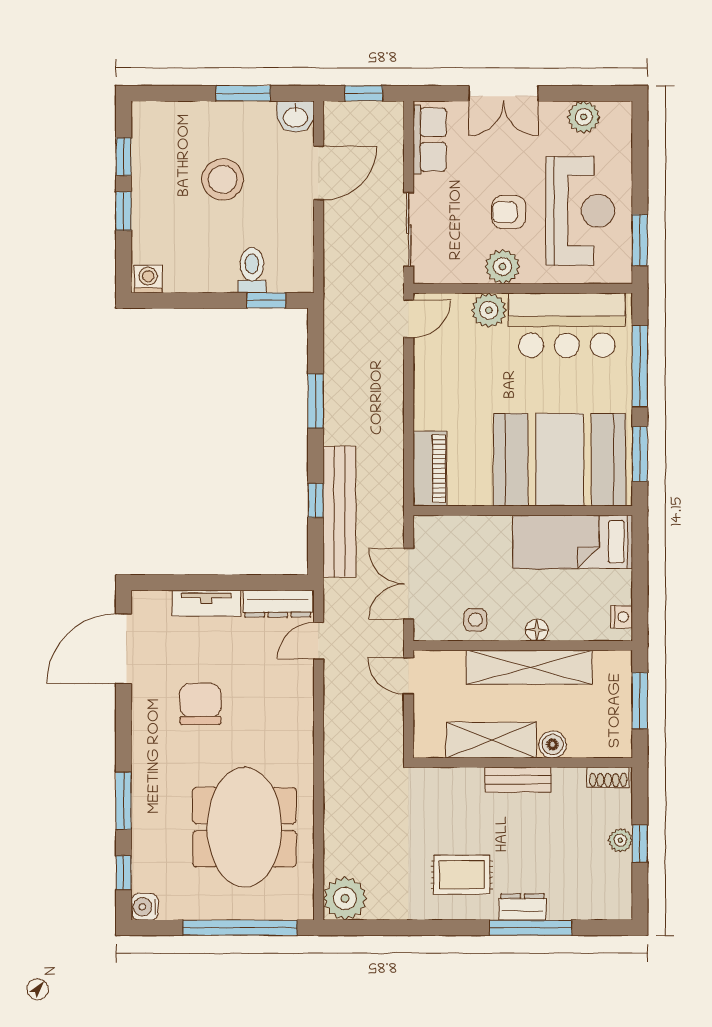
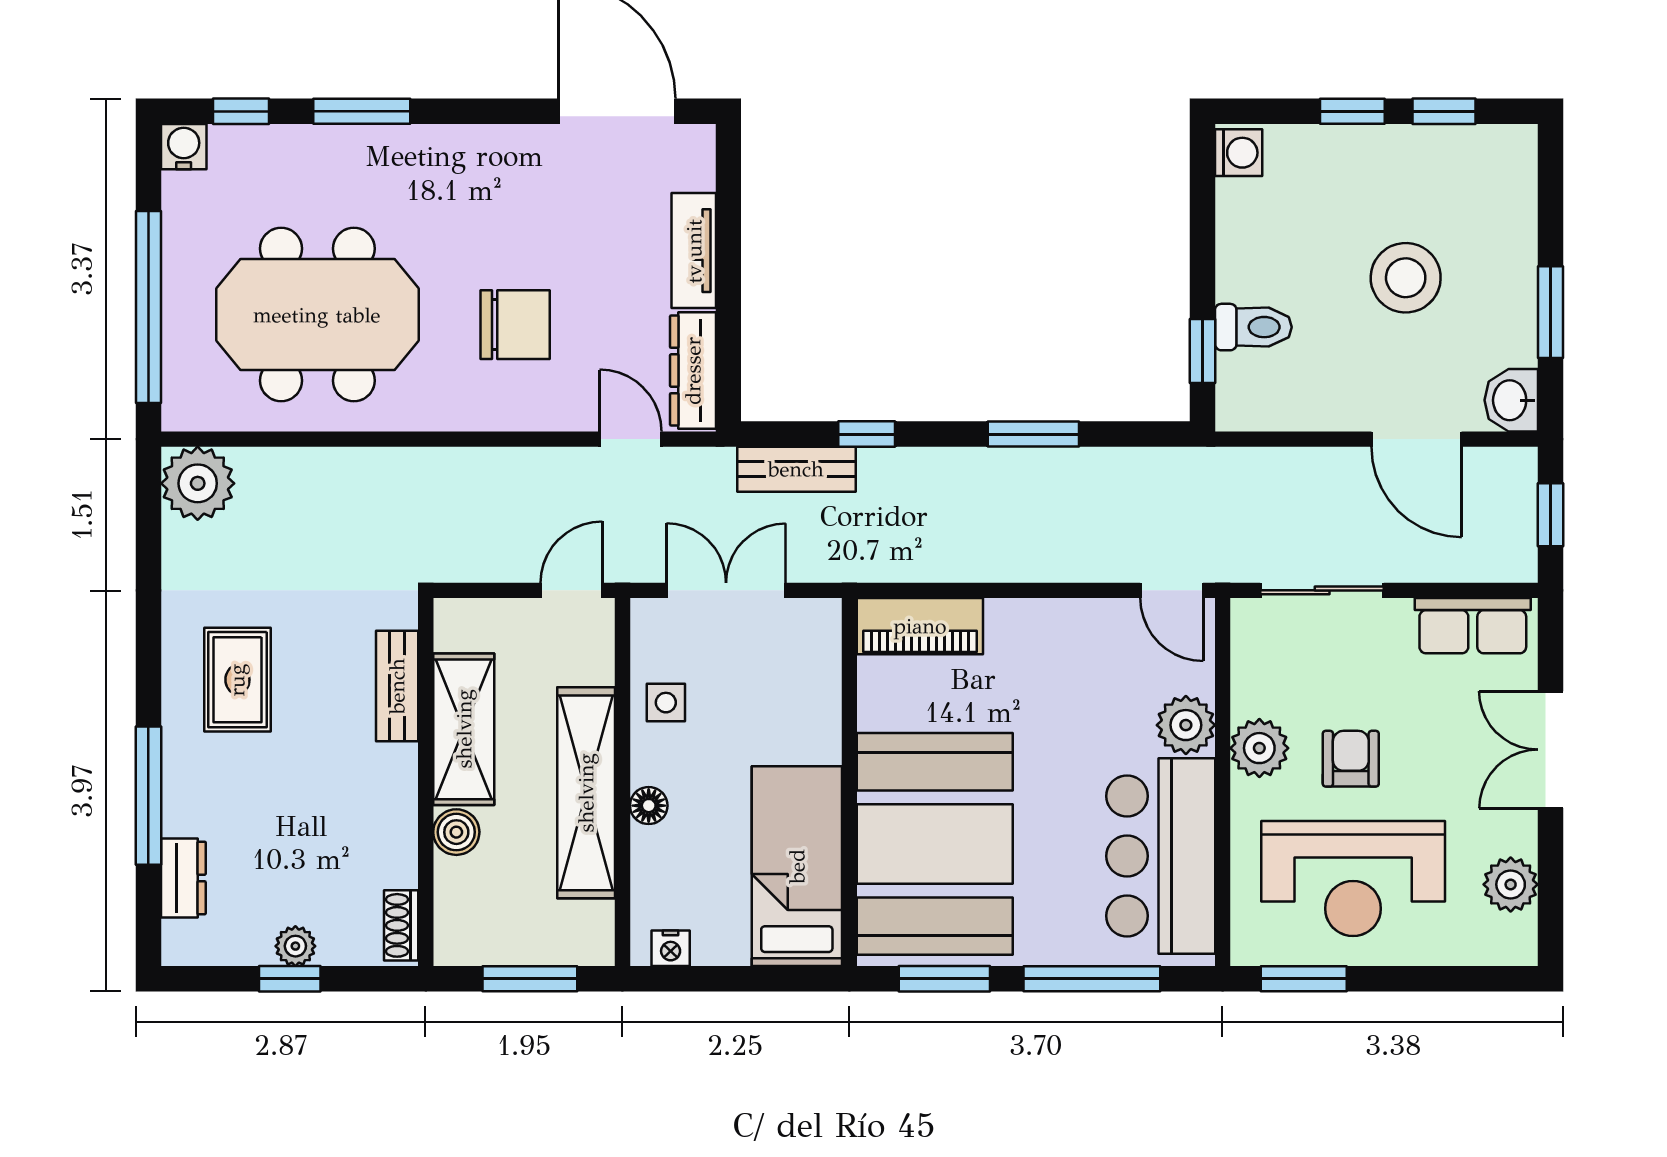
bench: (339, 512) -> (796, 469), width x0.54, depth x0.82
chair: (200, 704) -> (515, 325), moved
bench: (518, 780) -> (397, 686), moved
dresser: (523, 907) -> (183, 878), moved

